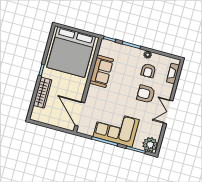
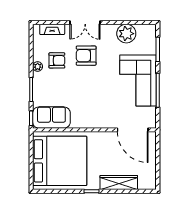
sofa: (101, 71) -> (51, 118), moved
armchair: (146, 94) -> (86, 56), turned 90
double door: (168, 112) -> (85, 23), moved
door: (80, 114) -> (133, 130), hinge flipped
plant: (150, 145) -> (126, 34), moved

